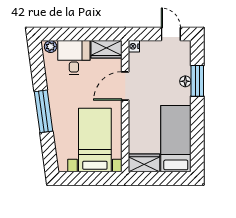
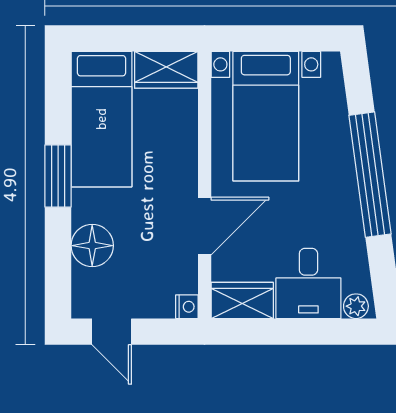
floor lamp: (185, 81) -> (92, 246), width x1.89, depth x1.89
window: (197, 81) -> (58, 176), moved
window: (44, 111) -> (370, 175), width x1.46

